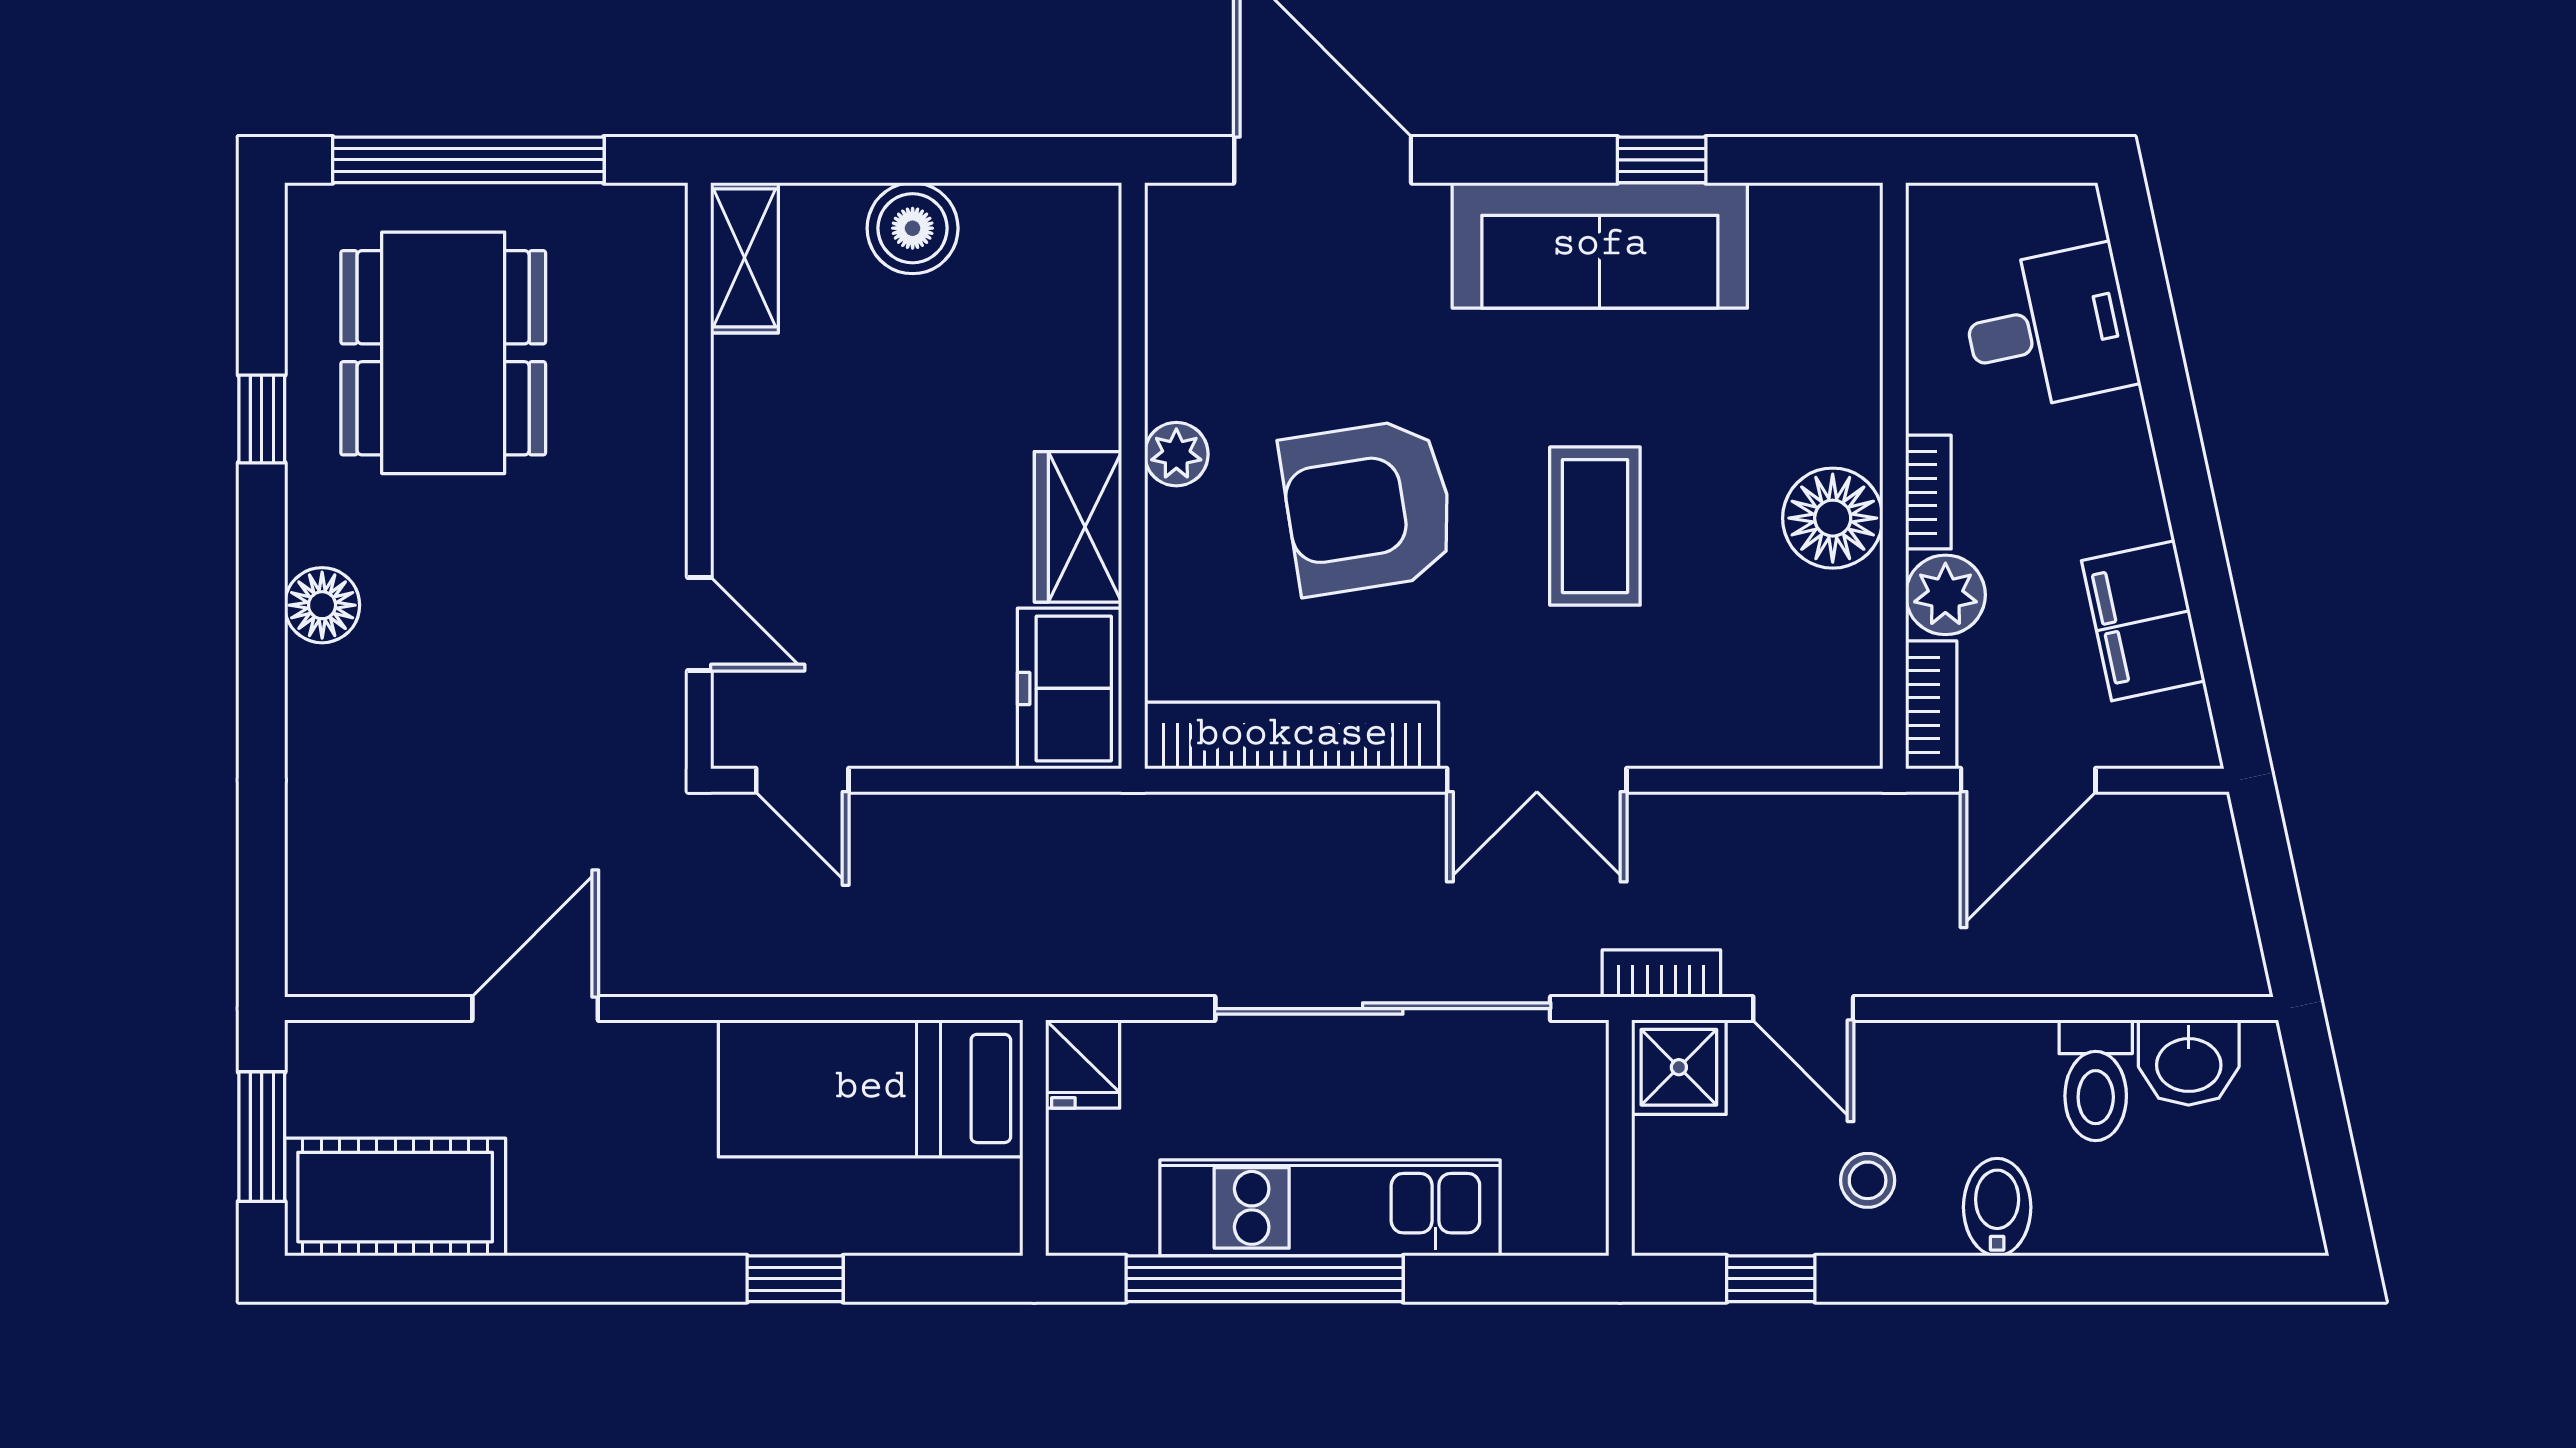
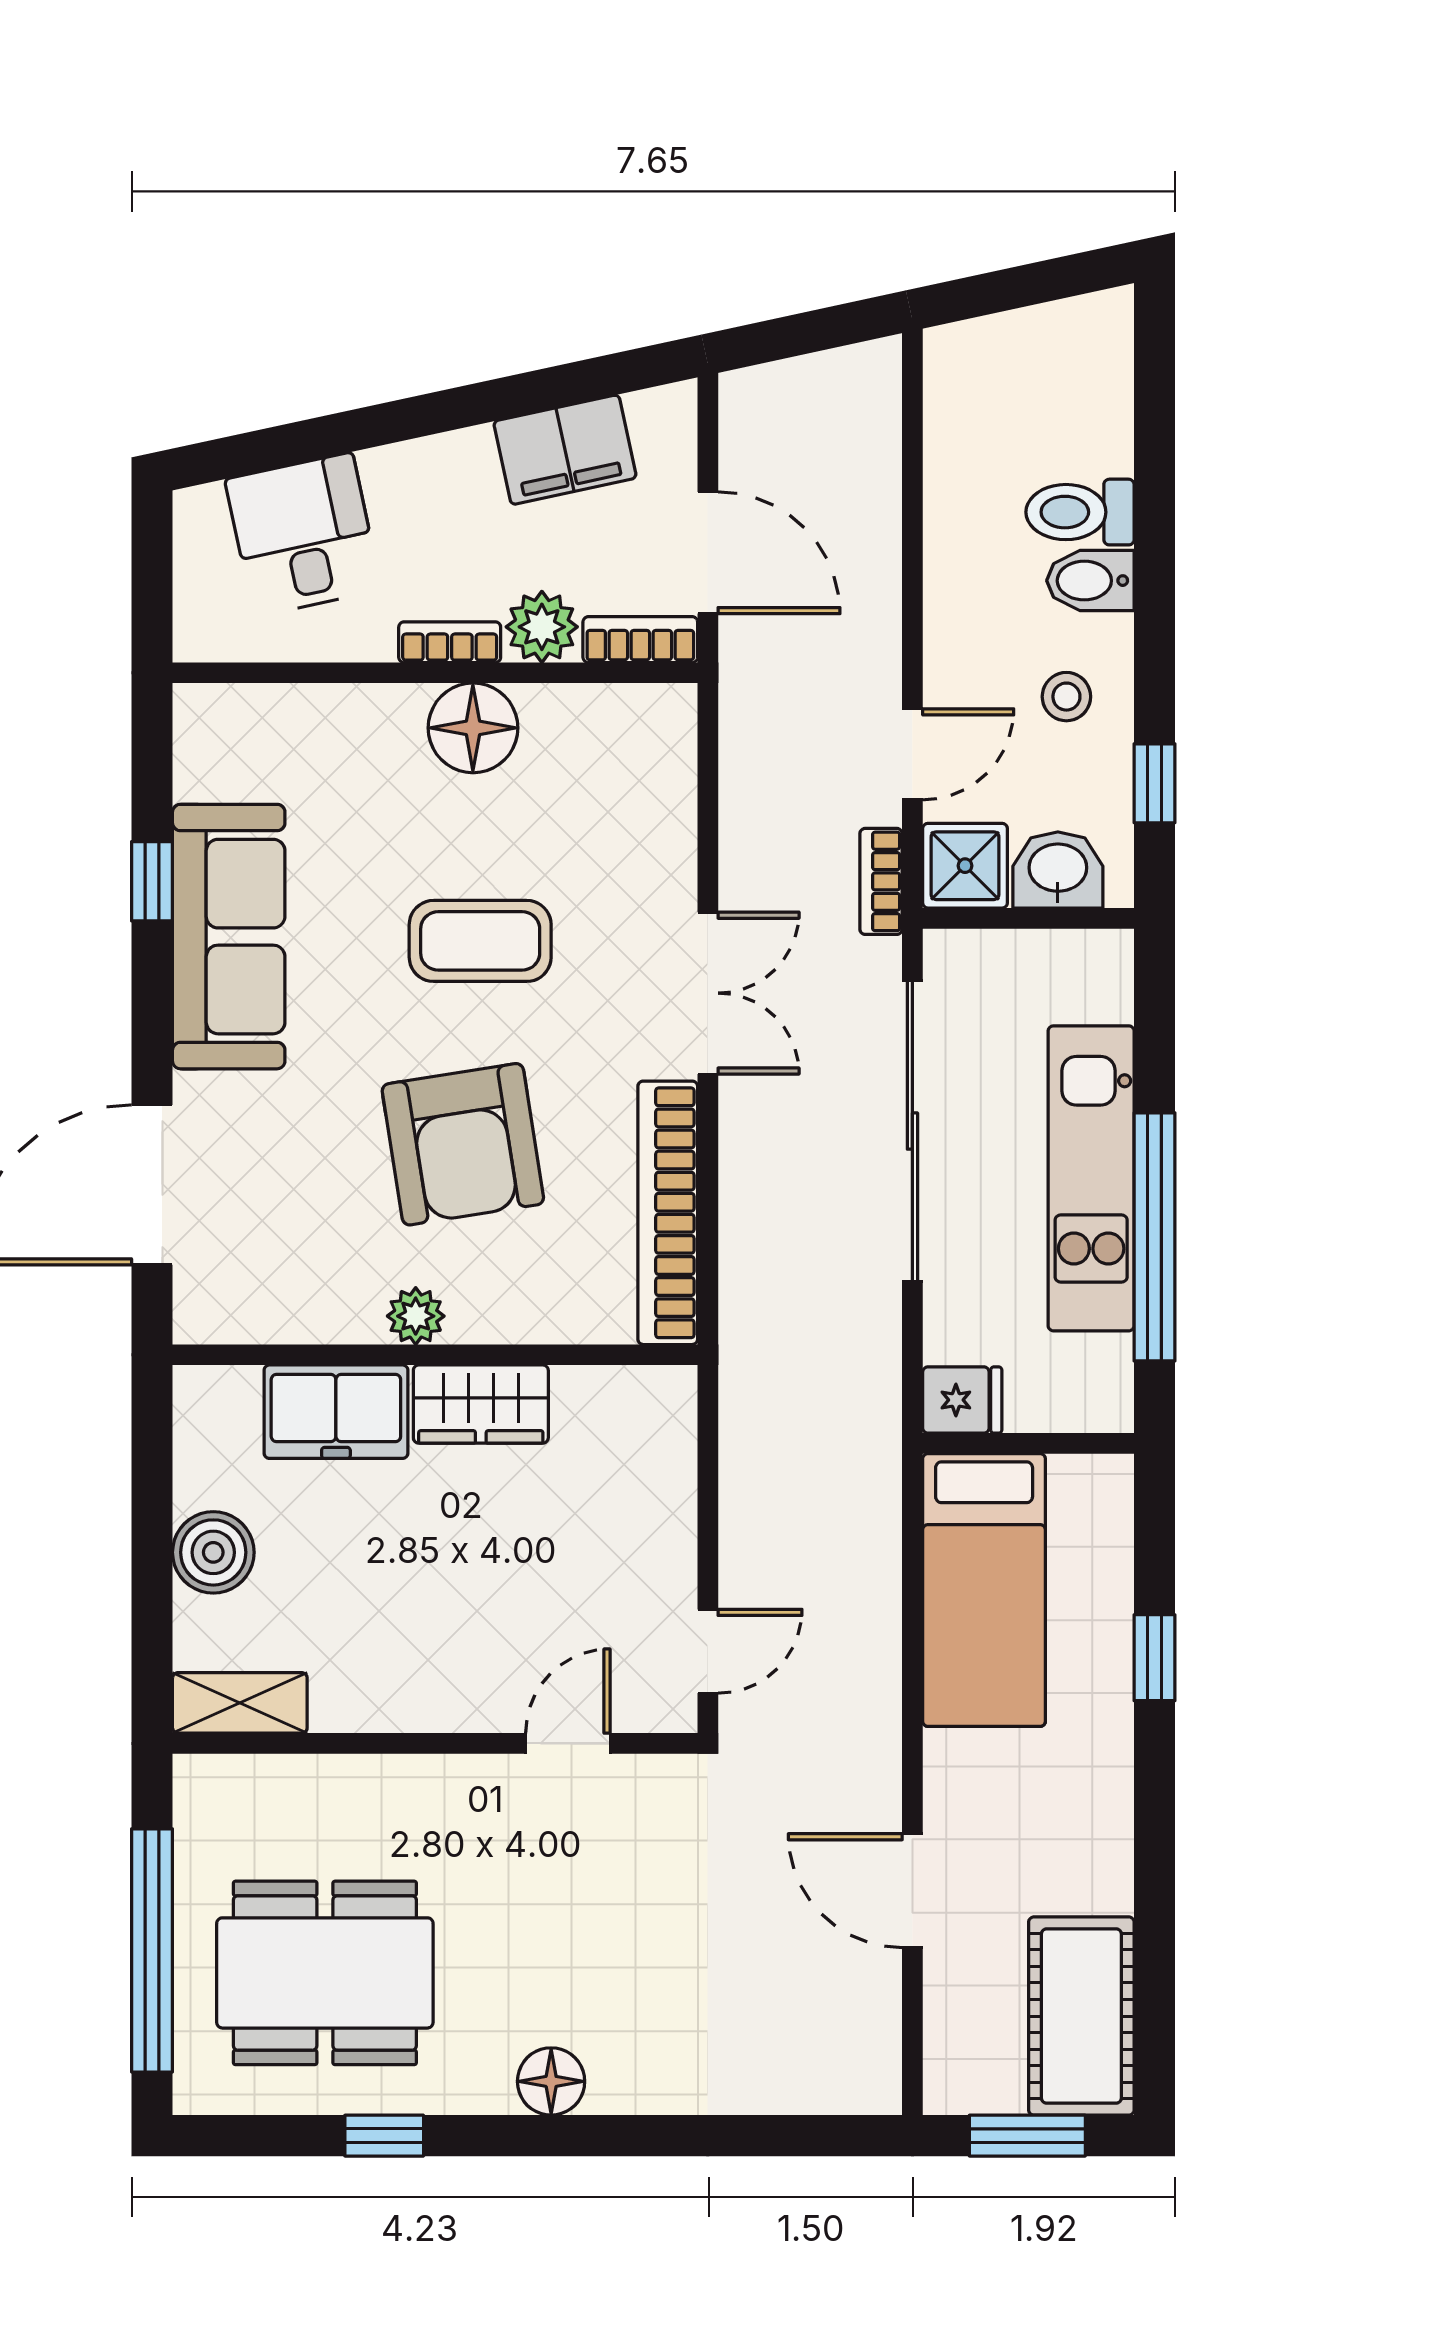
freezer: (1070, 688) -> (336, 1412), moved
washbasin: (2189, 1062) -> (1058, 870), moved, turned -90
toilet: (2096, 1080) -> (1080, 512), moved, turned 180

